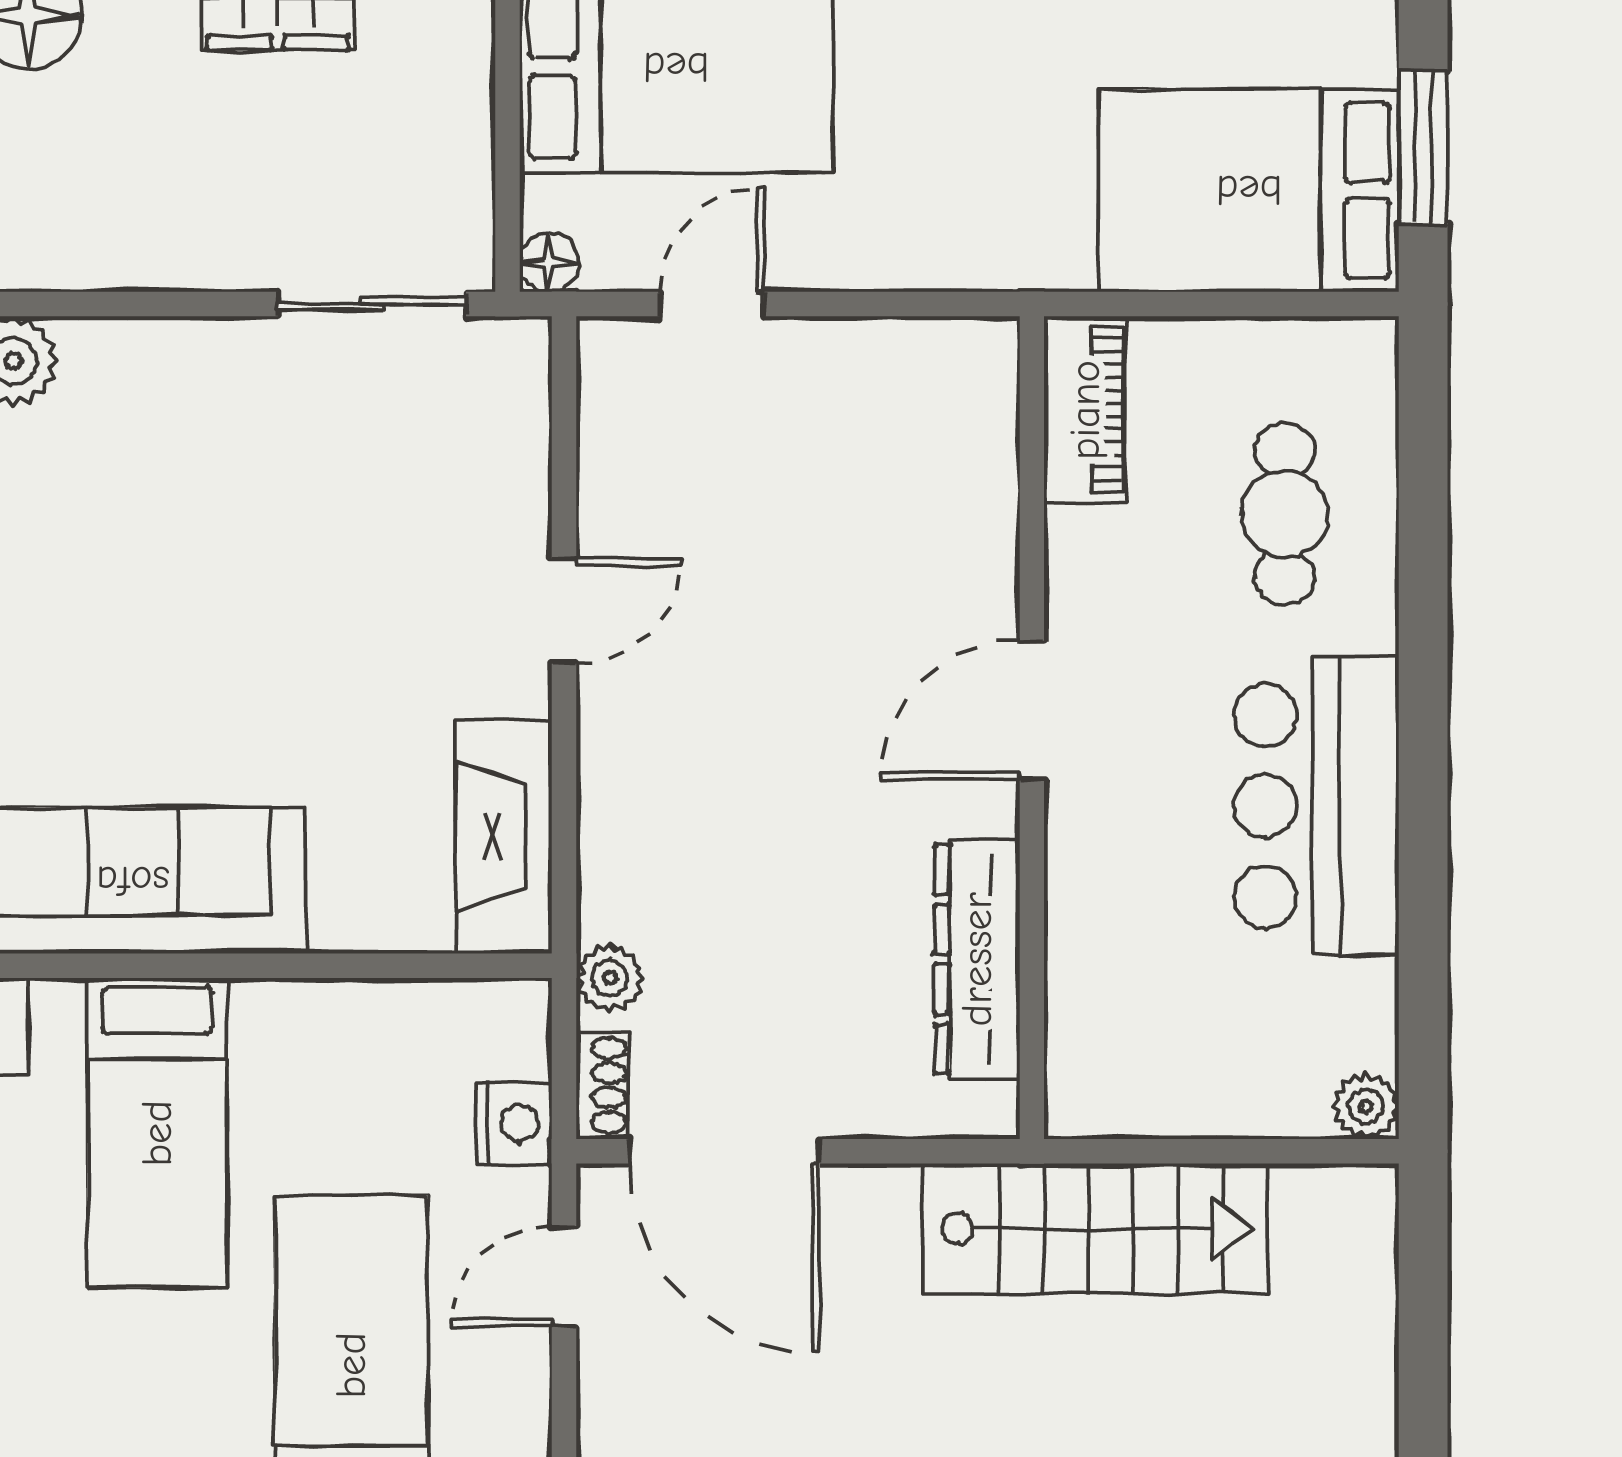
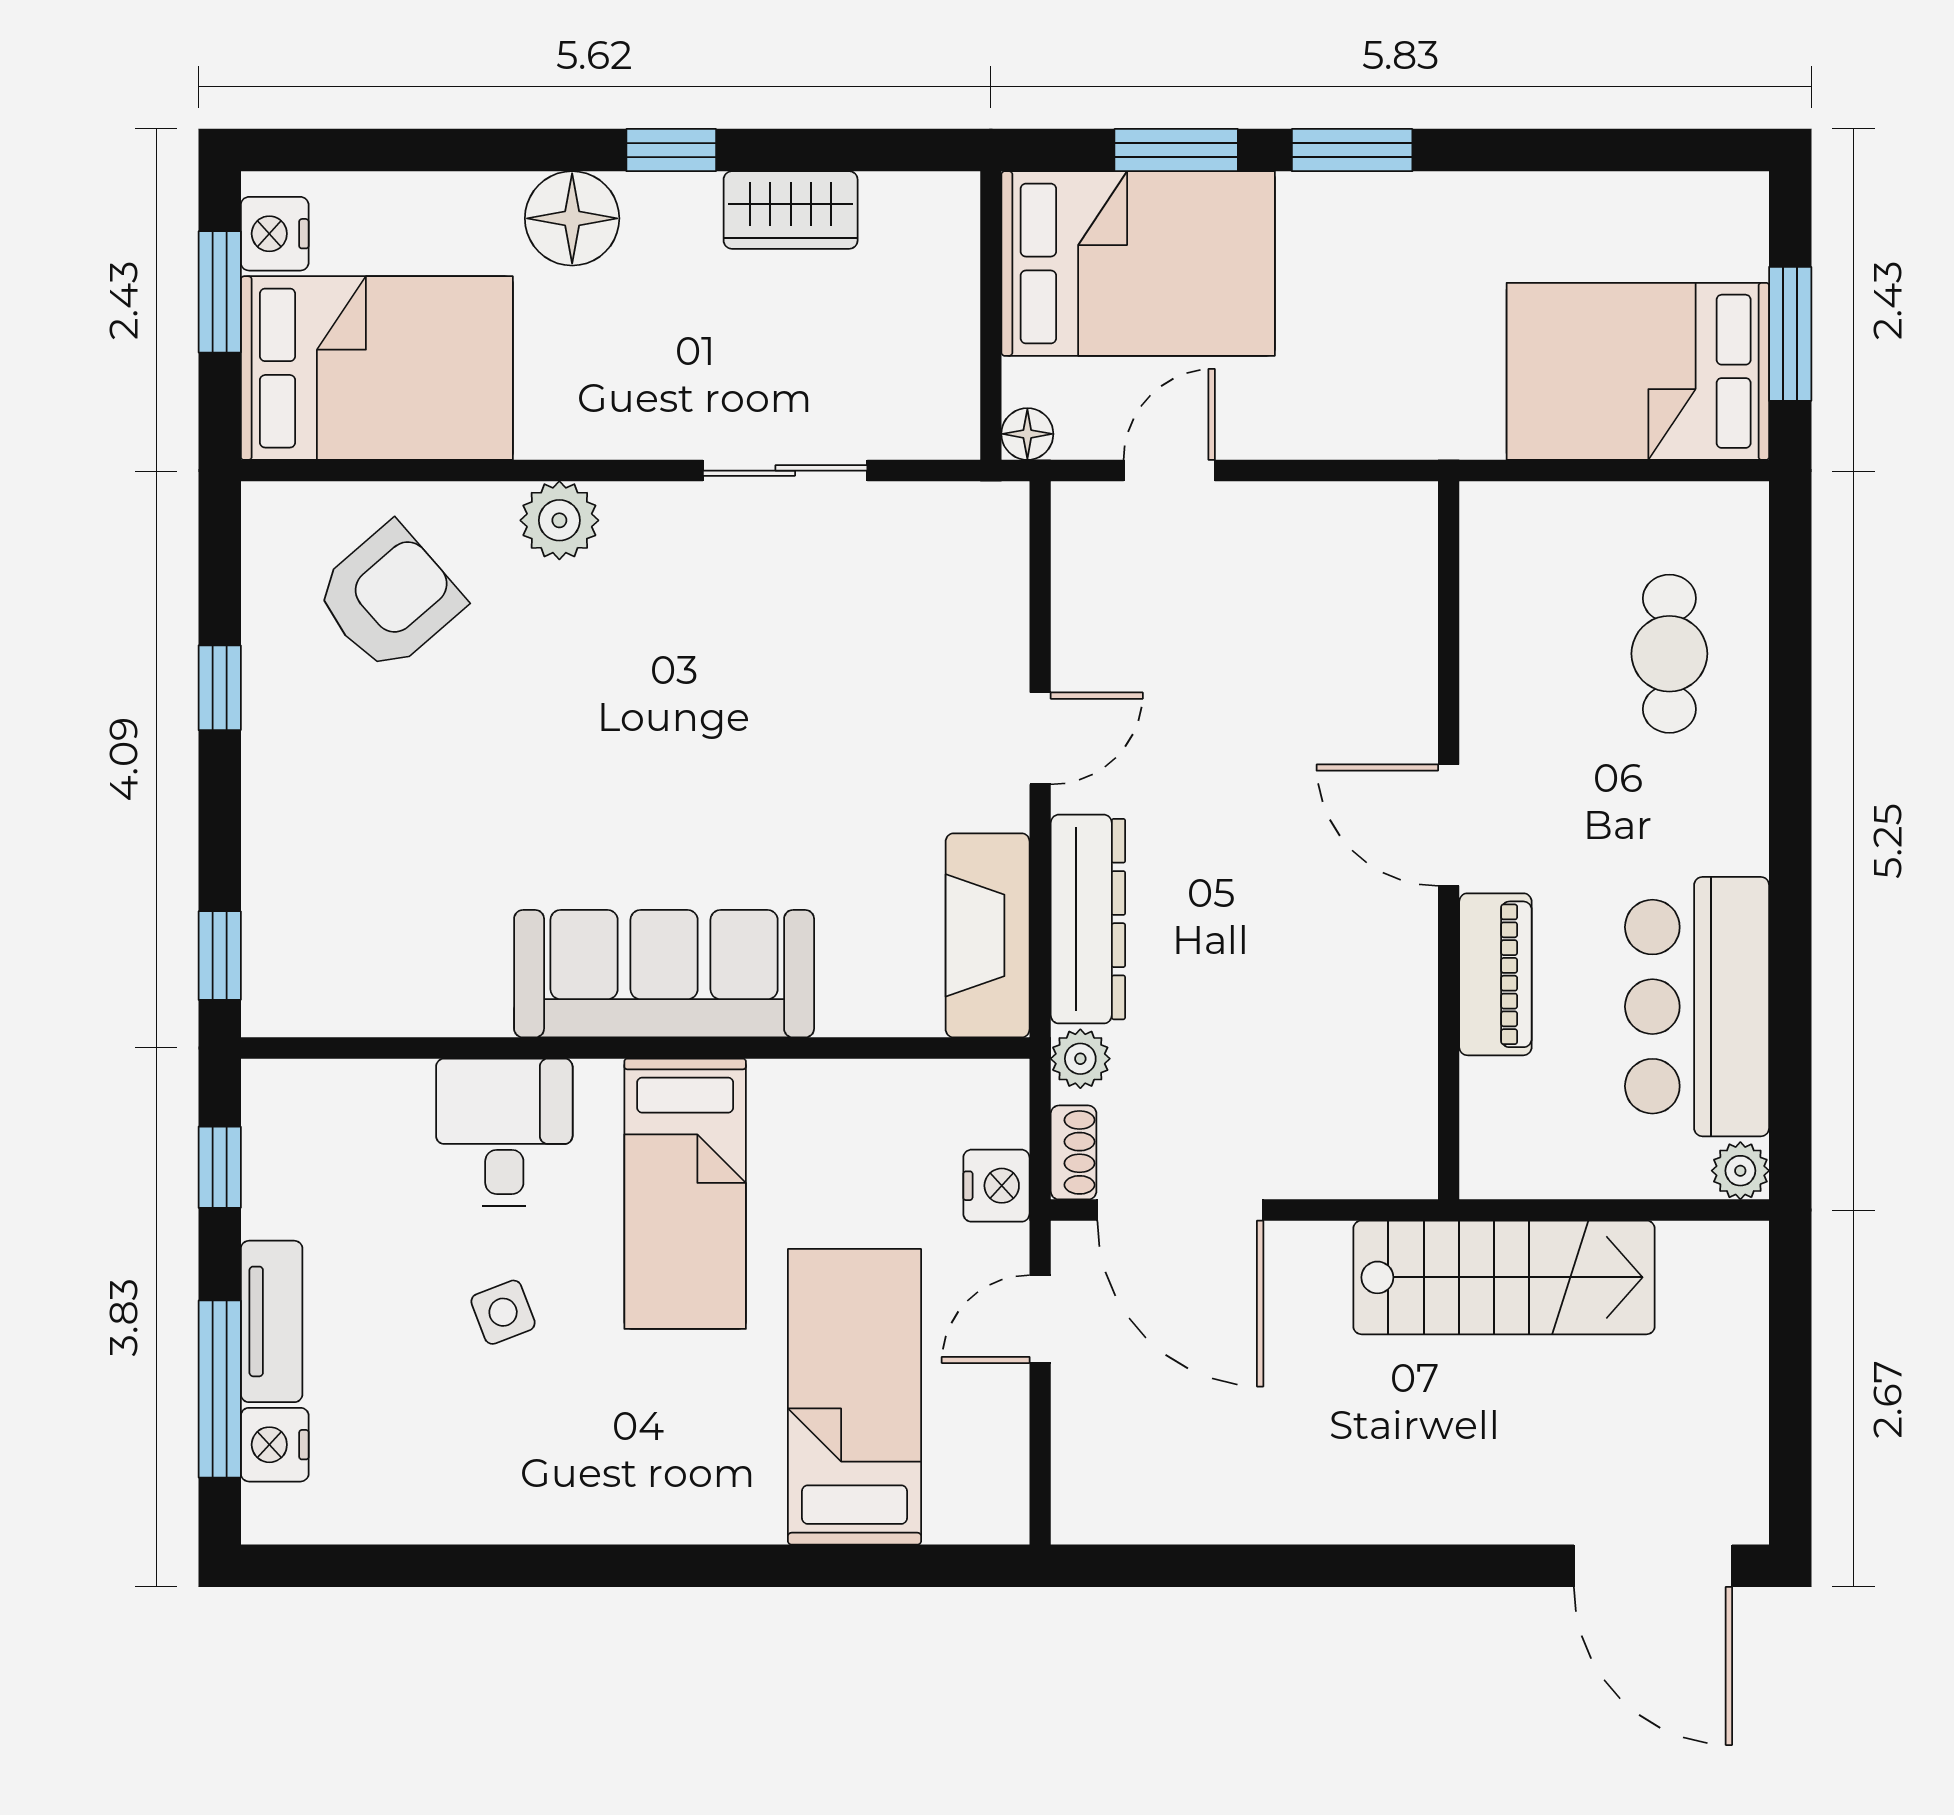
sliding door: (372, 304) -> (785, 471), moved
piano: (1085, 410) -> (1495, 974), moved
door: (1032, 710) -> (1449, 825), hinge flipped
bar counter: (1316, 806) -> (1697, 1007), moved
dresser: (977, 959) -> (1088, 919), moved, turned 180

